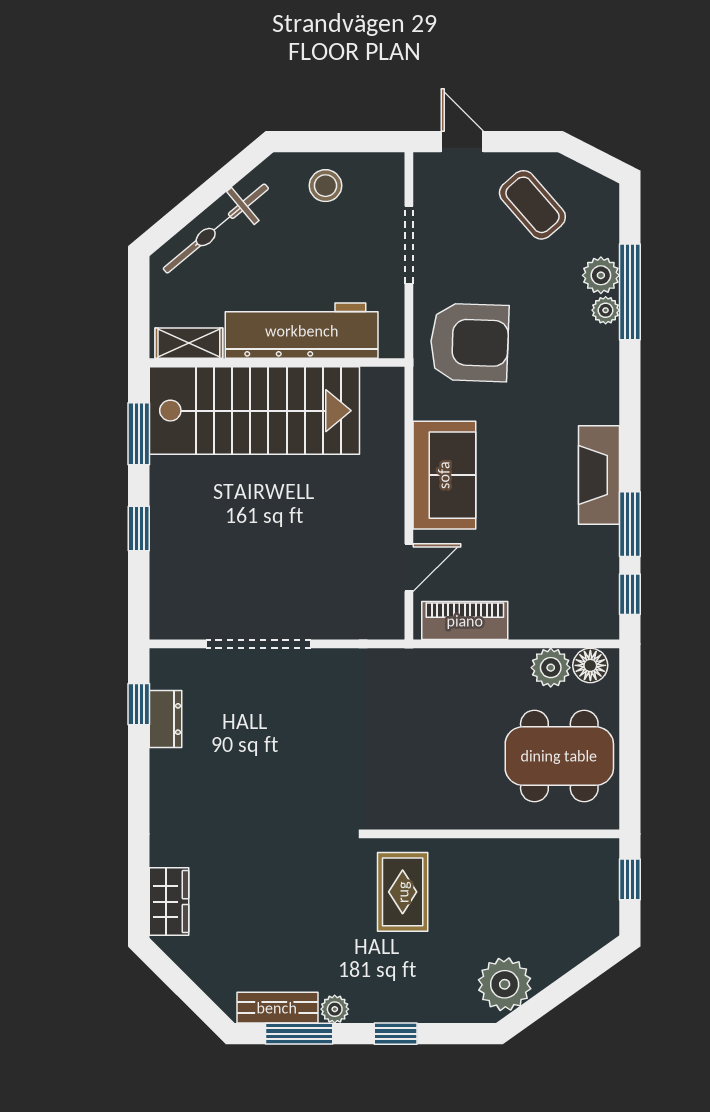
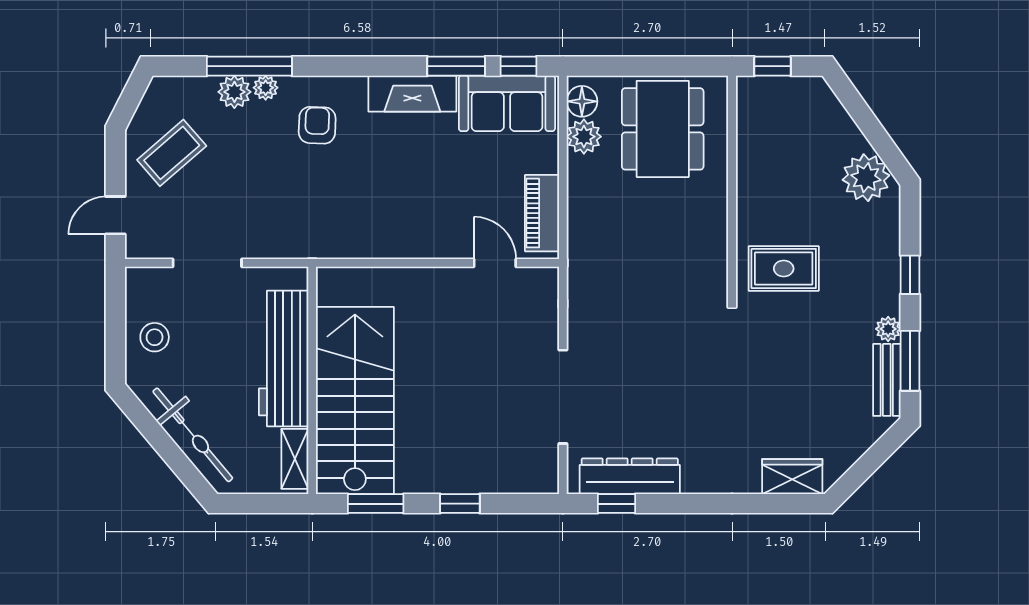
armchair: (469, 342) -> (317, 125), moved, width x0.53, depth x0.53
sofa: (444, 475) -> (507, 103), moved, turned 180
dresser: (165, 719) -> (630, 476), width x1.96, depth x1.24

